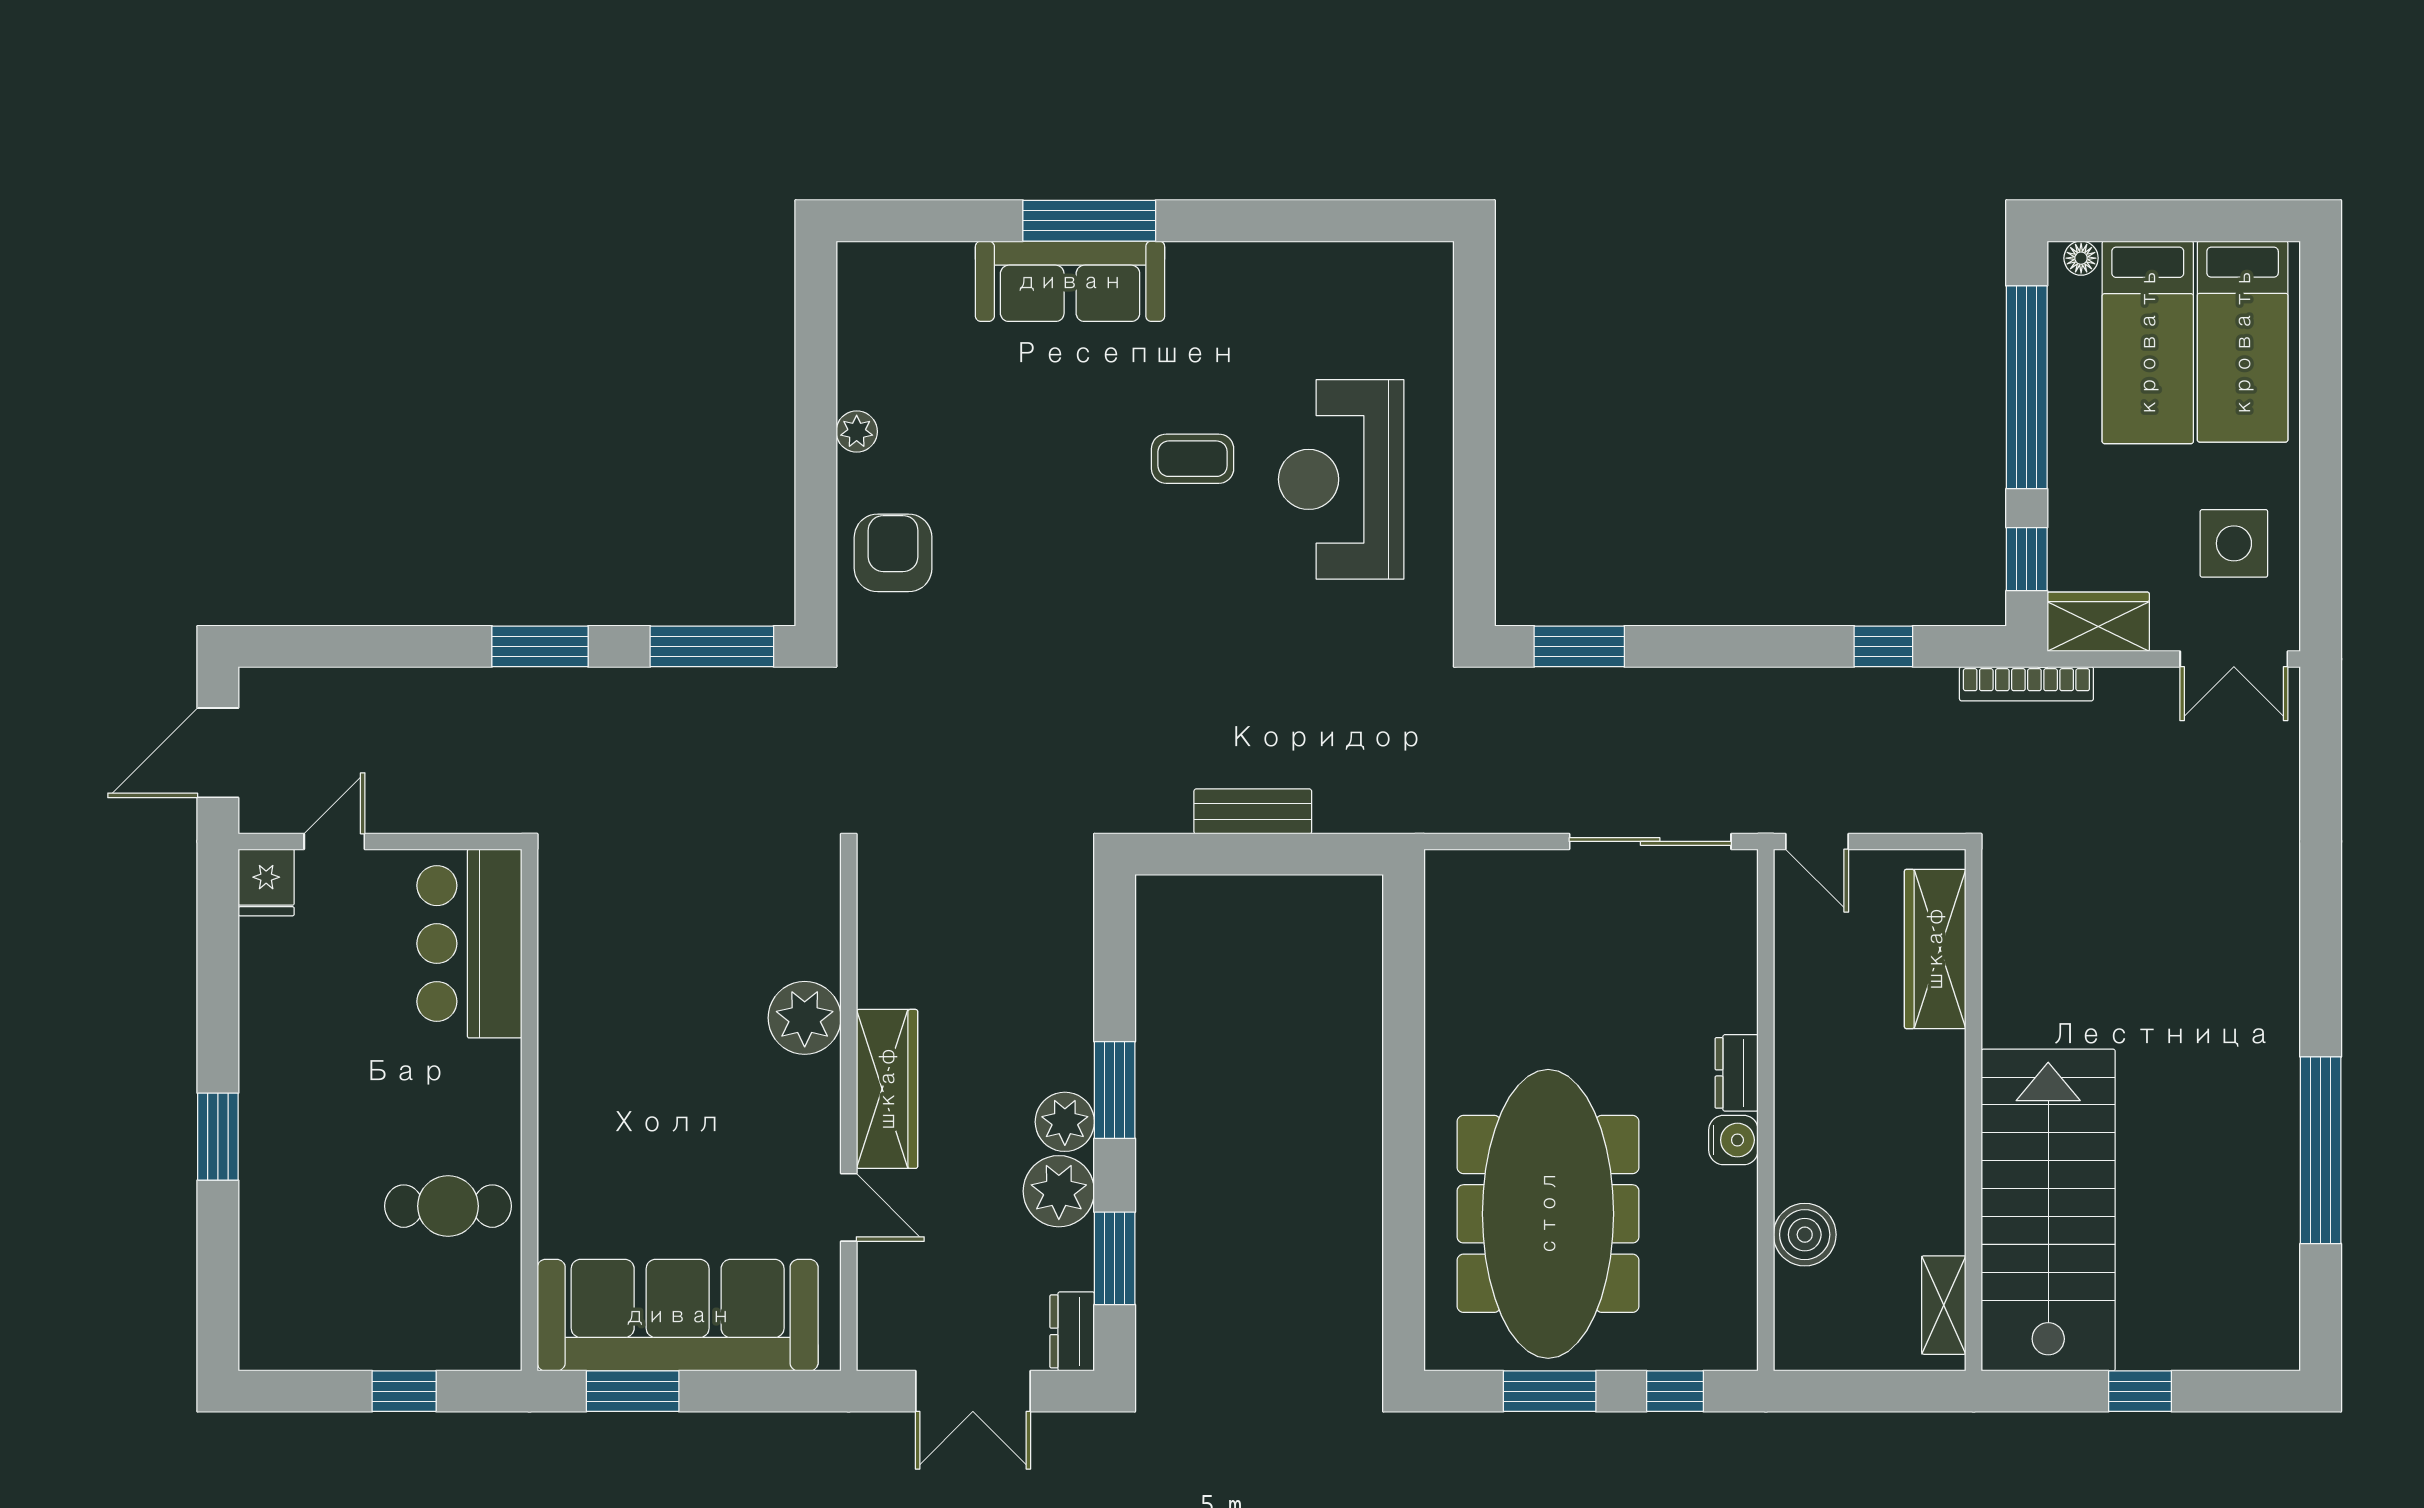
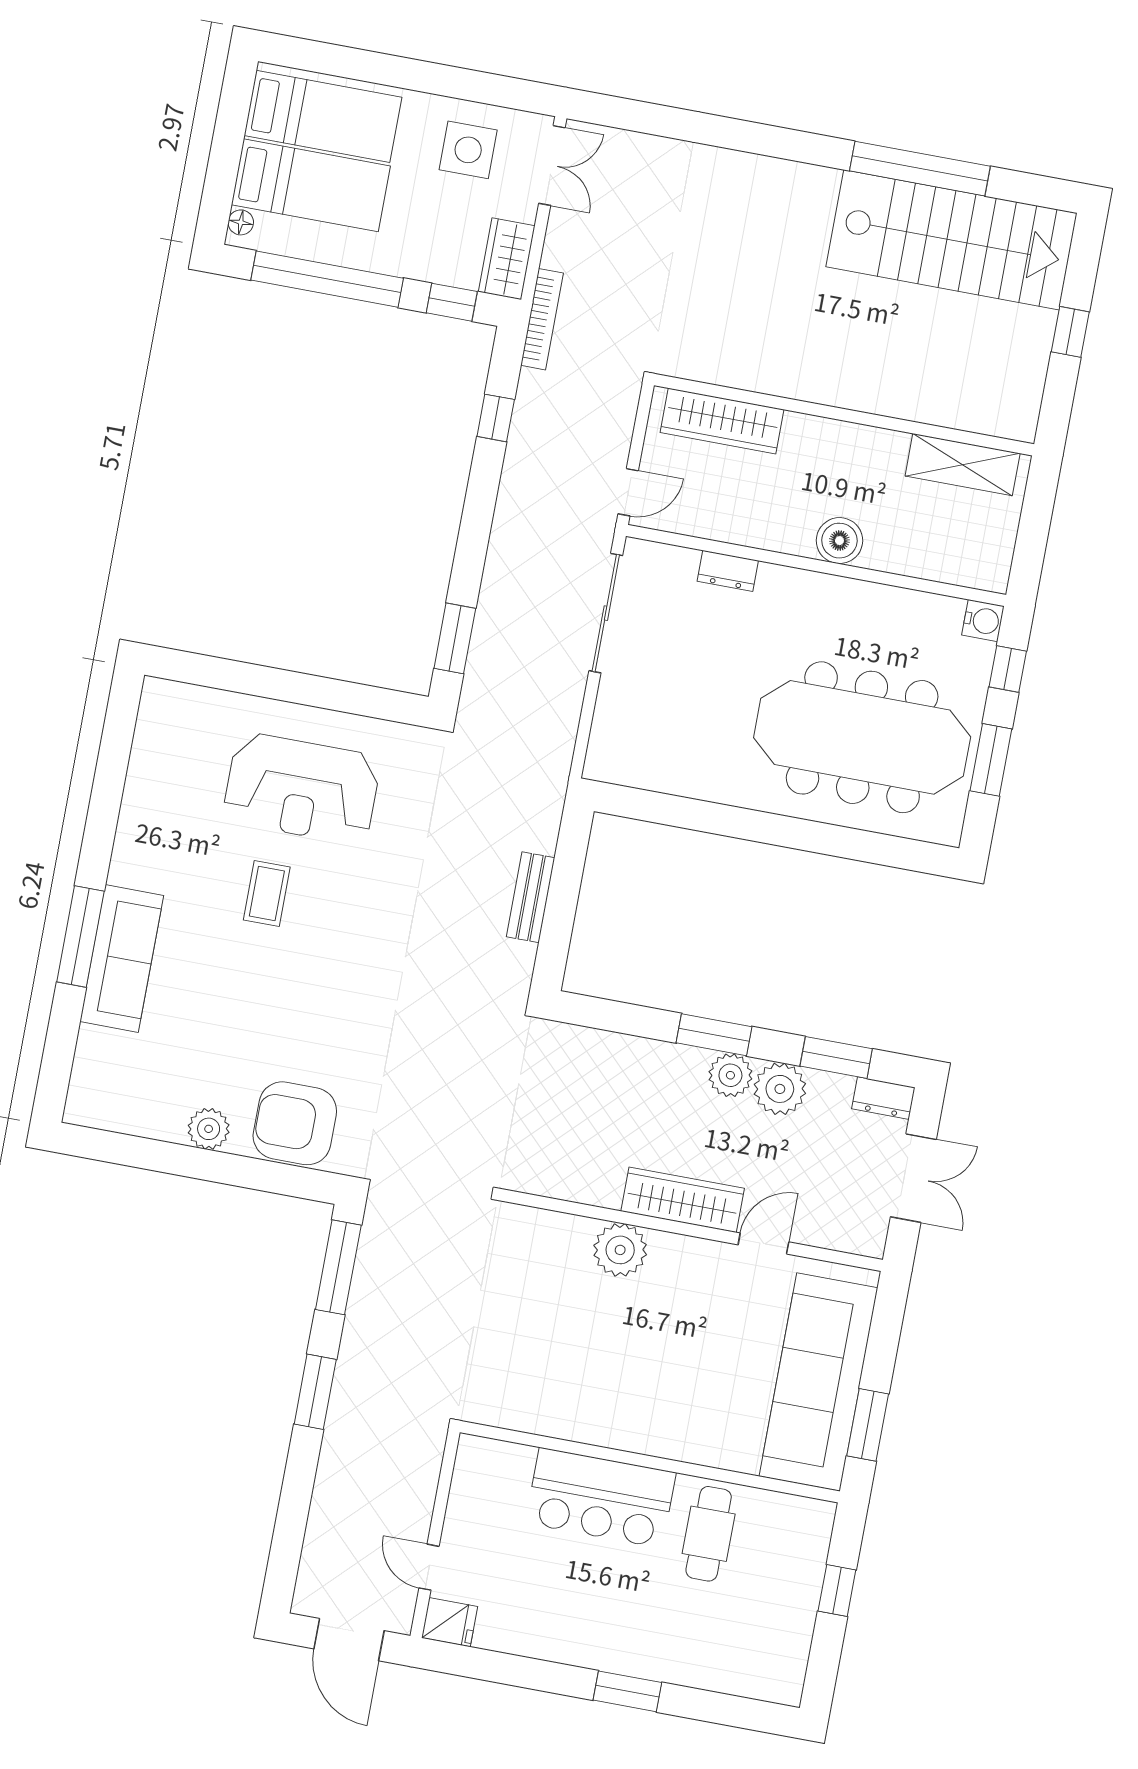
plant: (857, 432) -> (209, 1129), width x1.38, depth x1.38
armchair: (893, 553) -> (295, 1123), width x1.36, depth x1.36
bar counter: (469, 944) -> (601, 1498), moved
dresser: (1737, 1073) -> (728, 571), moved
water cooler: (1733, 1140) -> (983, 621), moved, turned 90
stairs: (2048, 1210) -> (951, 240), moved, turned 180
boiler: (1805, 1235) -> (839, 541), moved
shelving: (1944, 1305) -> (963, 465), width x1.50, depth x1.33

